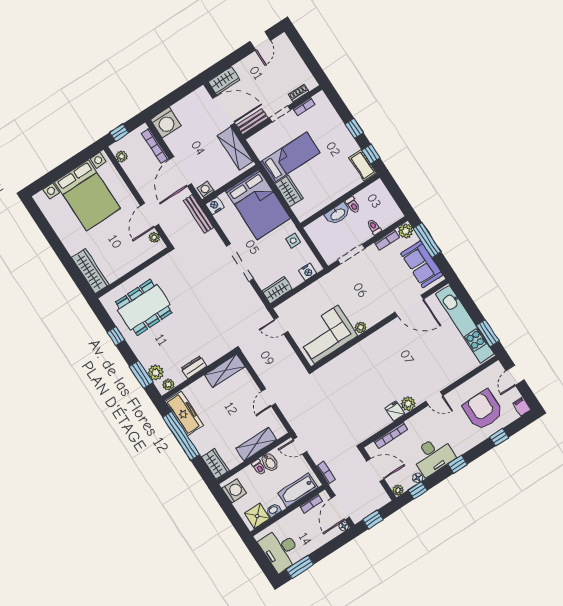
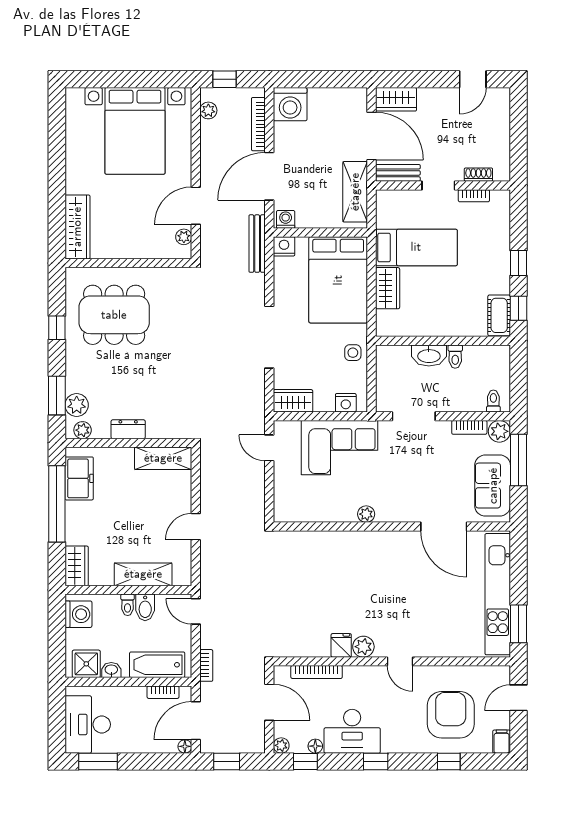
toilet: (374, 227) -> (493, 401), moved
corner sofa: (326, 334) -> (339, 448), moved, turned 180
freezer: (184, 413) -> (79, 478), width x0.71

